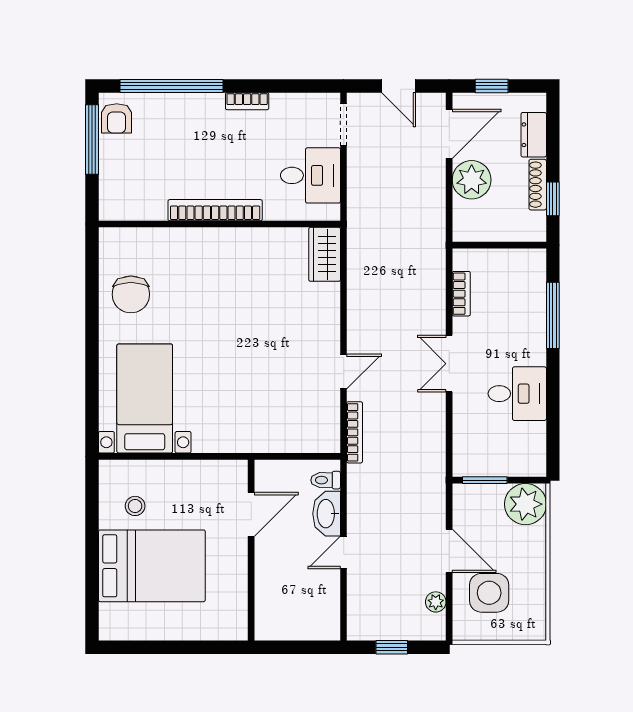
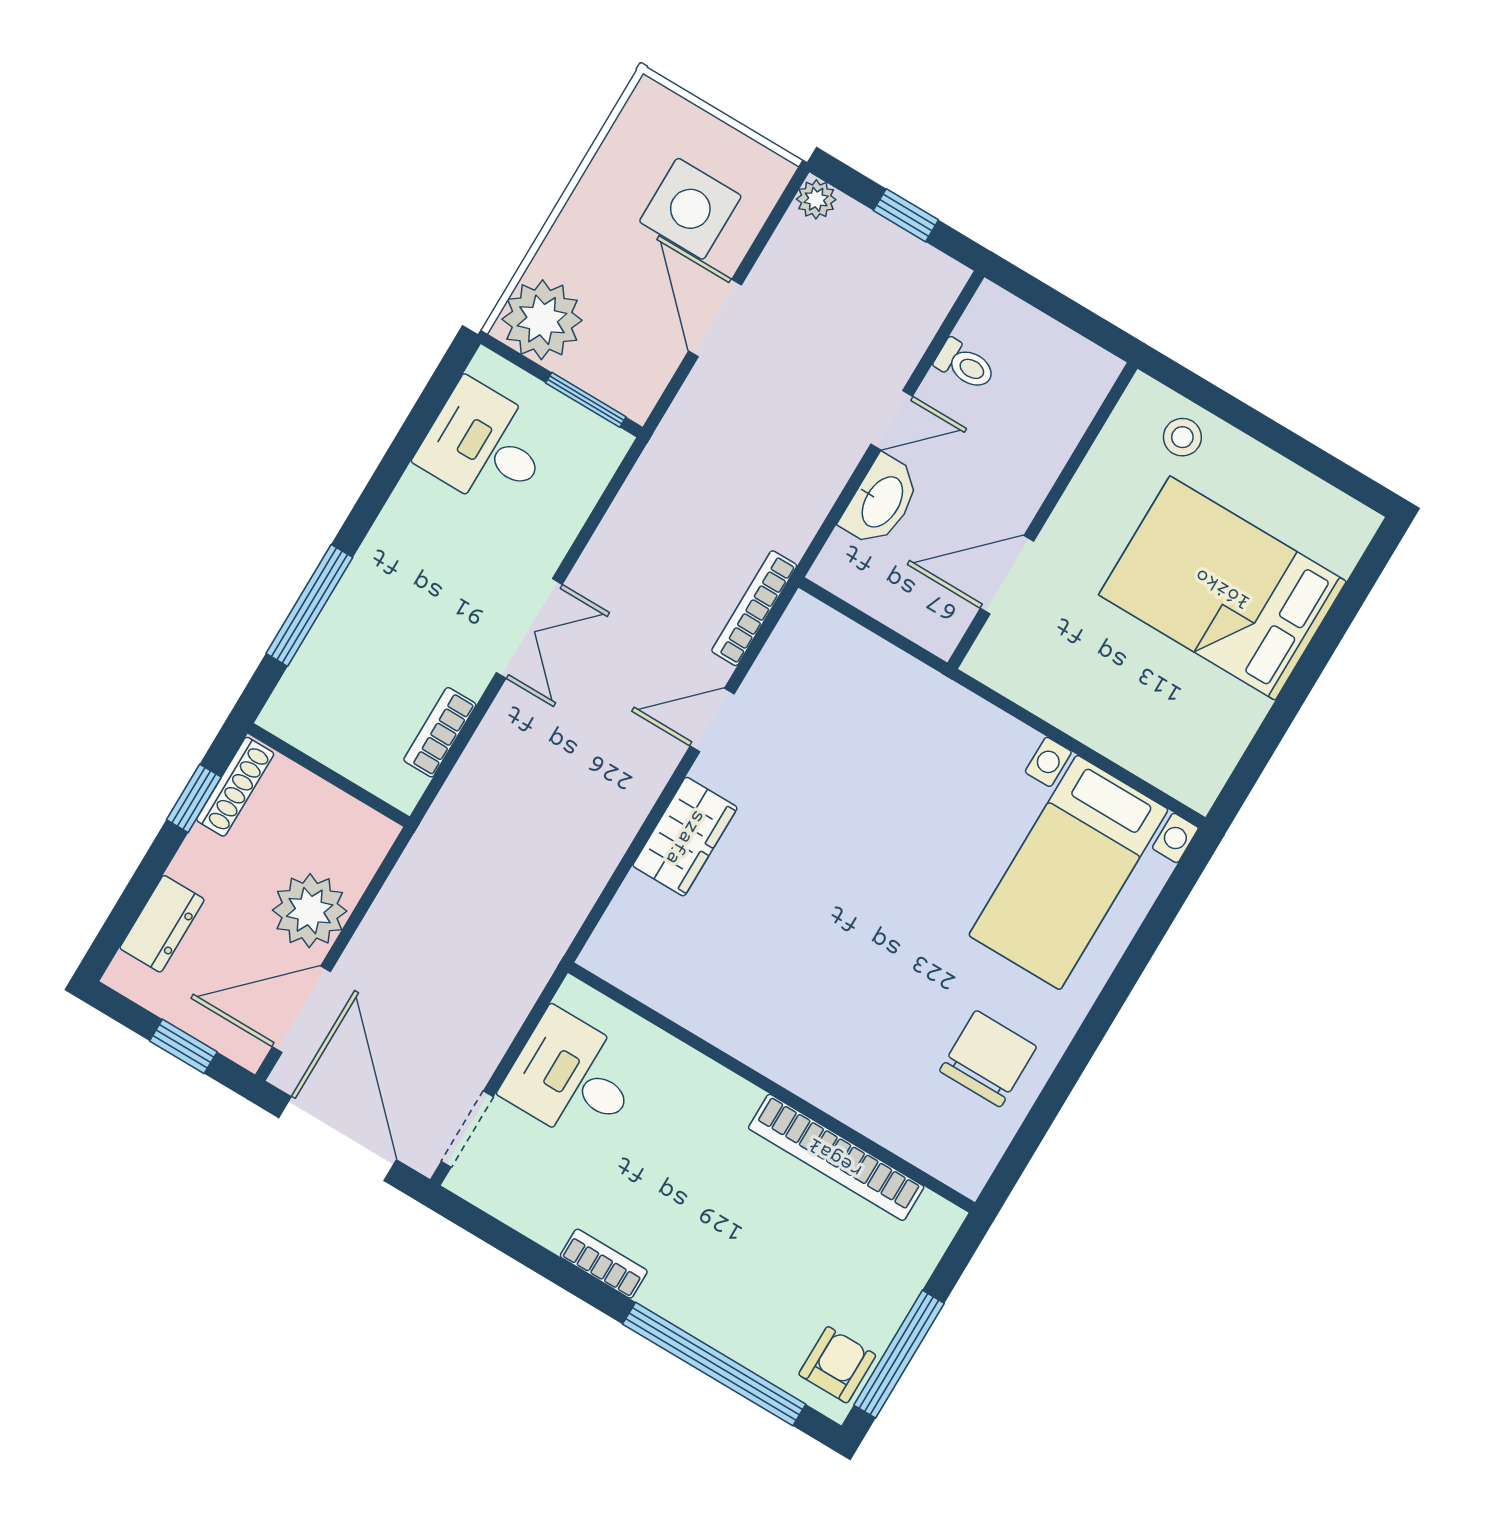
door: (399, 86) -> (338, 1139), width x1.87
shoe rack: (538, 185) -> (235, 787), moved
bookcase: (215, 210) -> (836, 1157), moved
wardrobe: (325, 254) -> (685, 837), moved
desk: (517, 394) -> (485, 446), moved
toilet: (326, 480) -> (965, 365), moved
stool: (135, 506) -> (1182, 437), moved
plant: (436, 602) -> (816, 199), moved

